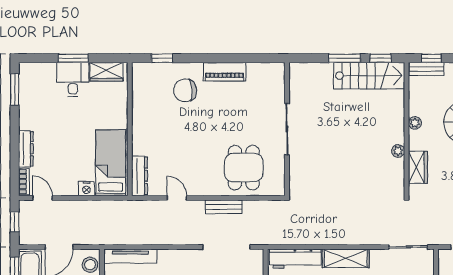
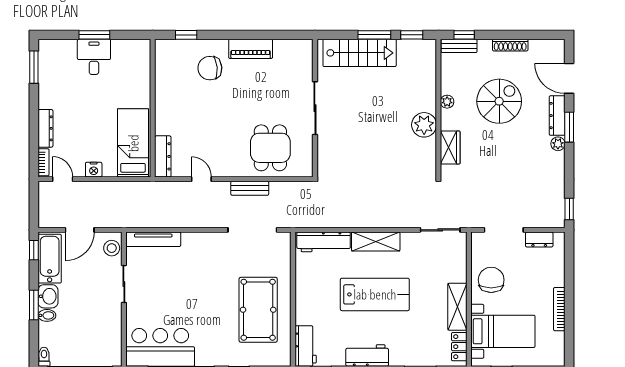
wardrobe: (106, 72) -> (129, 49), removed
stairs: (369, 76) -> (360, 53), moved
plant: (398, 151) -> (424, 125), width x1.88, depth x1.88
nightstand: (87, 189) -> (94, 170), moved
window: (15, 222) -> (34, 204), removed

